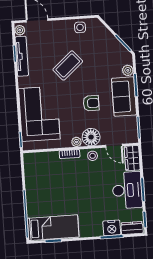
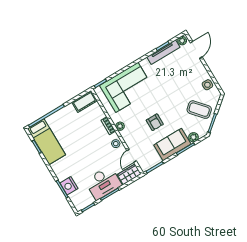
coffee table: (68, 65) -> (199, 110), moved
floor lamp: (91, 137) -> (129, 135), removed
cot: (31, 166) -> (84, 101), added
dresser: (132, 228) -> (77, 201), removed

